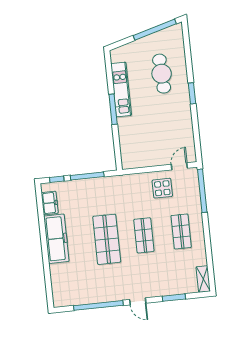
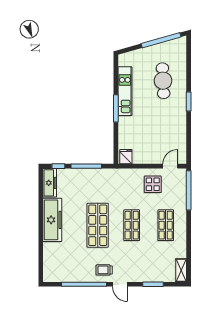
fridge: (130, 161) -> (126, 157), added
freezer: (50, 203) -> (50, 183), width x1.40
trolley: (119, 288) -> (104, 270), added

